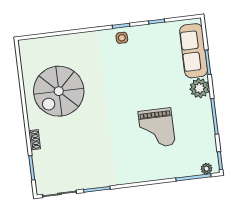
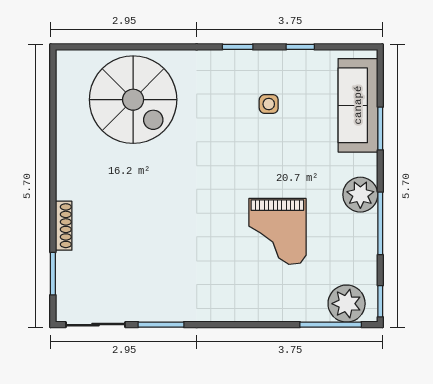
side table: (122, 38) -> (269, 104), moved
plant: (200, 88) -> (360, 195), moved
spiral stairs: (59, 91) -> (133, 100), moved, turned -90
shoe rack: (34, 140) -> (64, 226), width x1.43
plant: (206, 169) -> (347, 304), width x1.88, depth x1.88

